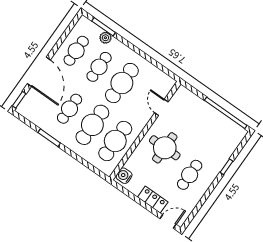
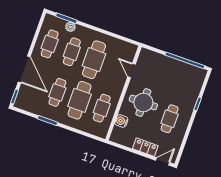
cafe table: (115, 141) -> (102, 108), width x0.73, depth x0.74
water cooler: (124, 176) -> (121, 121), moved

